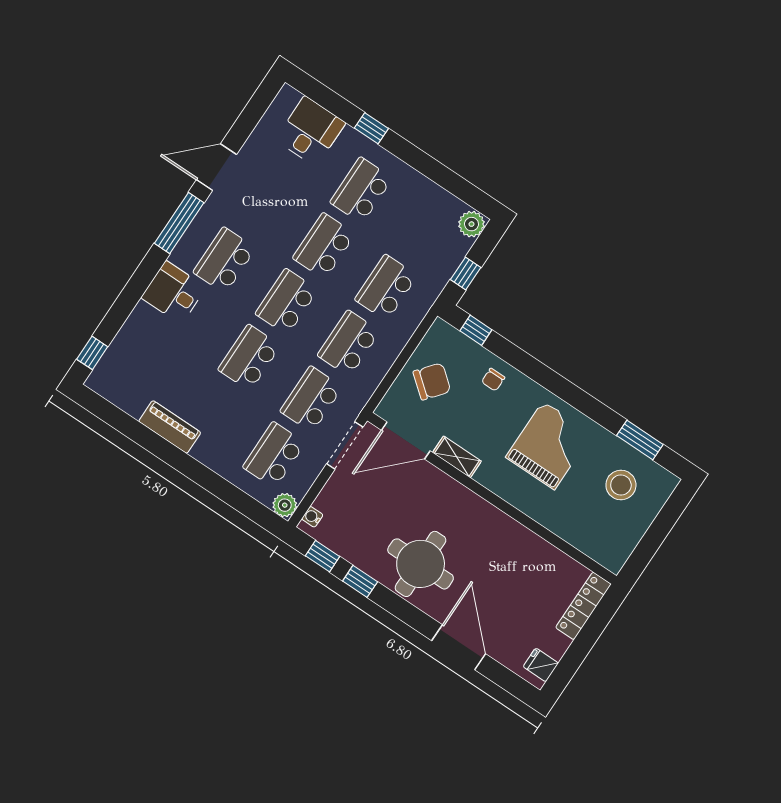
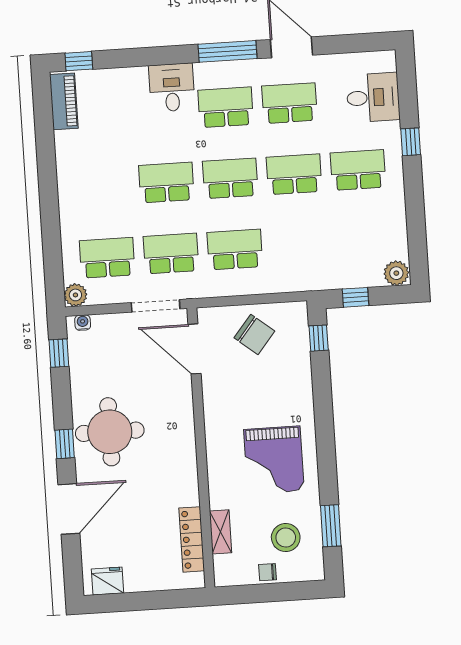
school desk: (386, 288) -> (290, 103), moved
chair: (493, 380) -> (268, 572), moved
piano: (170, 427) -> (64, 101), moved
grand piano: (549, 445) -> (274, 460), turned 90
shelving: (457, 457) -> (221, 532), moved
window: (360, 581) -> (65, 444), moved
locker: (583, 606) -> (192, 539), moved, turned -90
fridge: (541, 665) -> (107, 581), width x1.38

